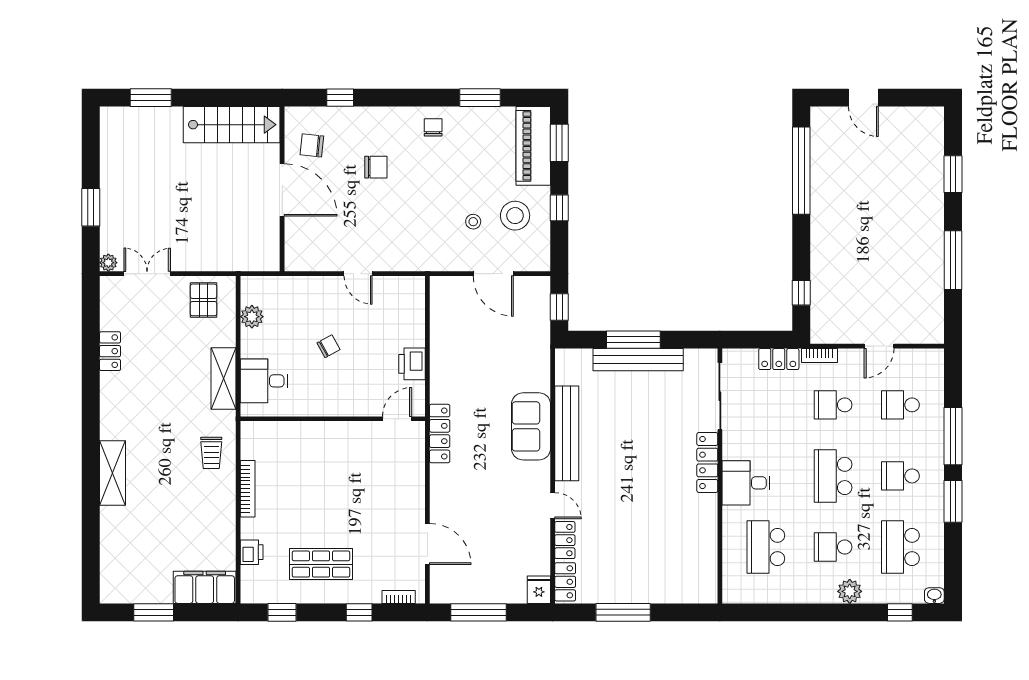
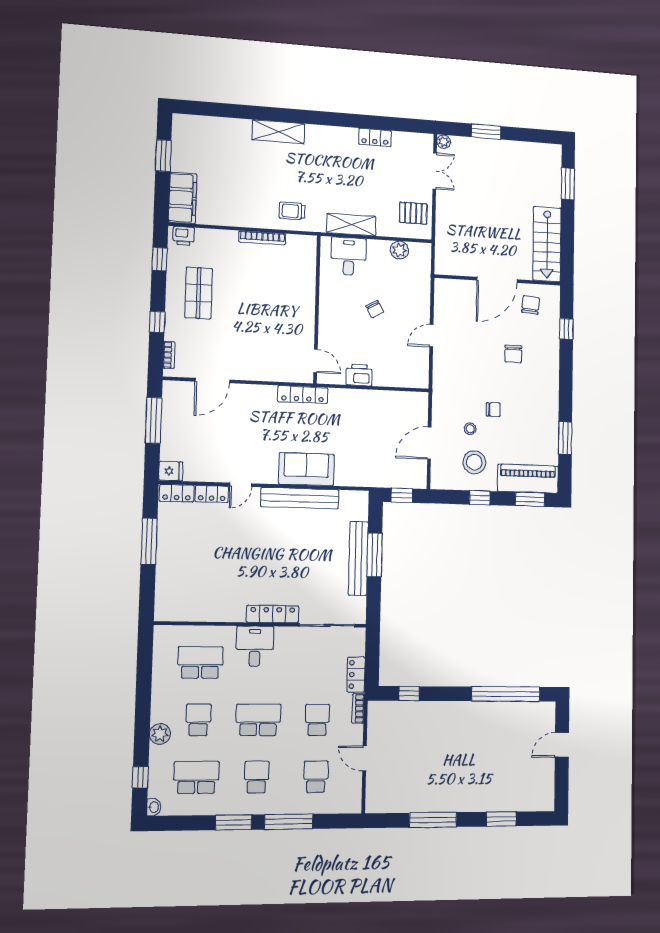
chair: (433, 127) -> (493, 410), moved
printer: (252, 552) -> (184, 236), moved

